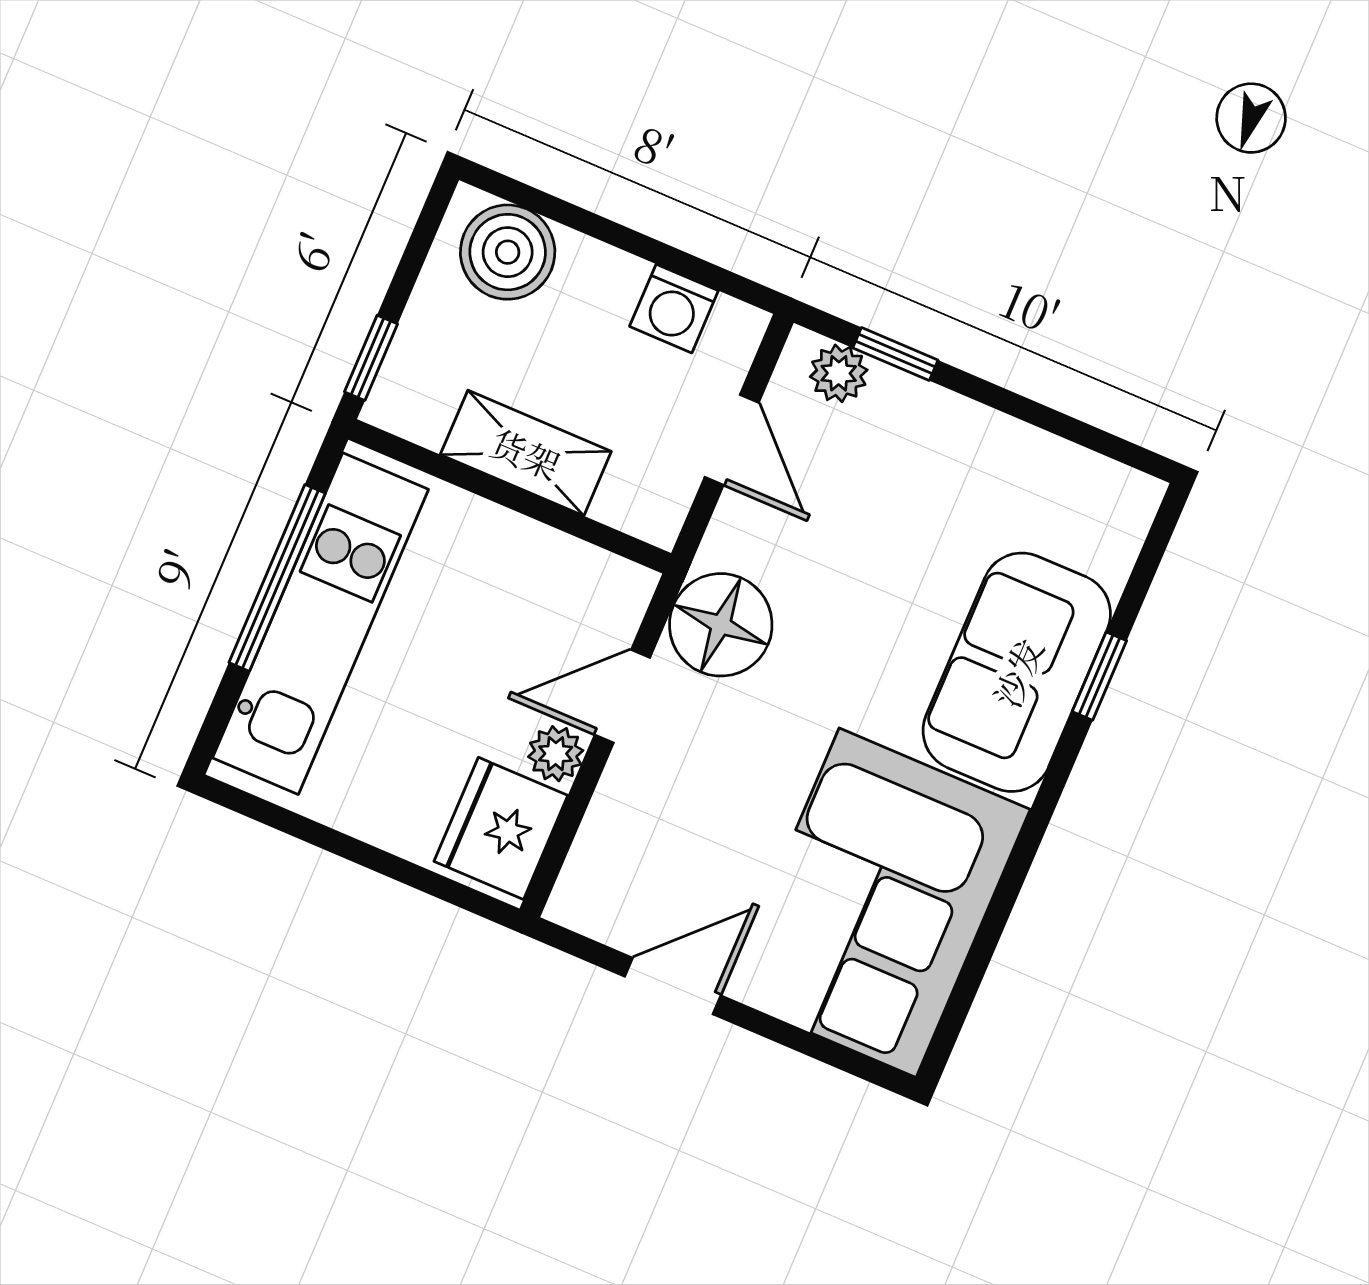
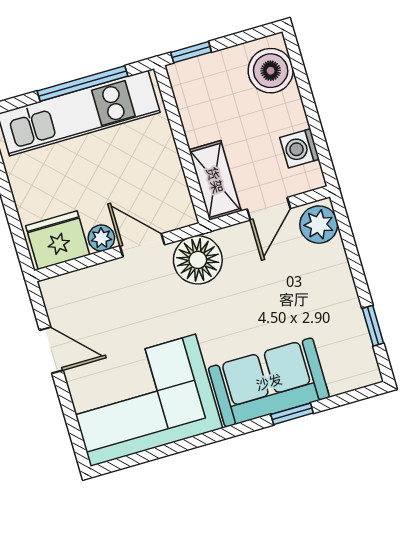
window: (895, 354) -> (373, 326), moved
plant: (839, 373) -> (319, 225), width x1.38, depth x1.38
shelving: (526, 453) -> (215, 180), moved

